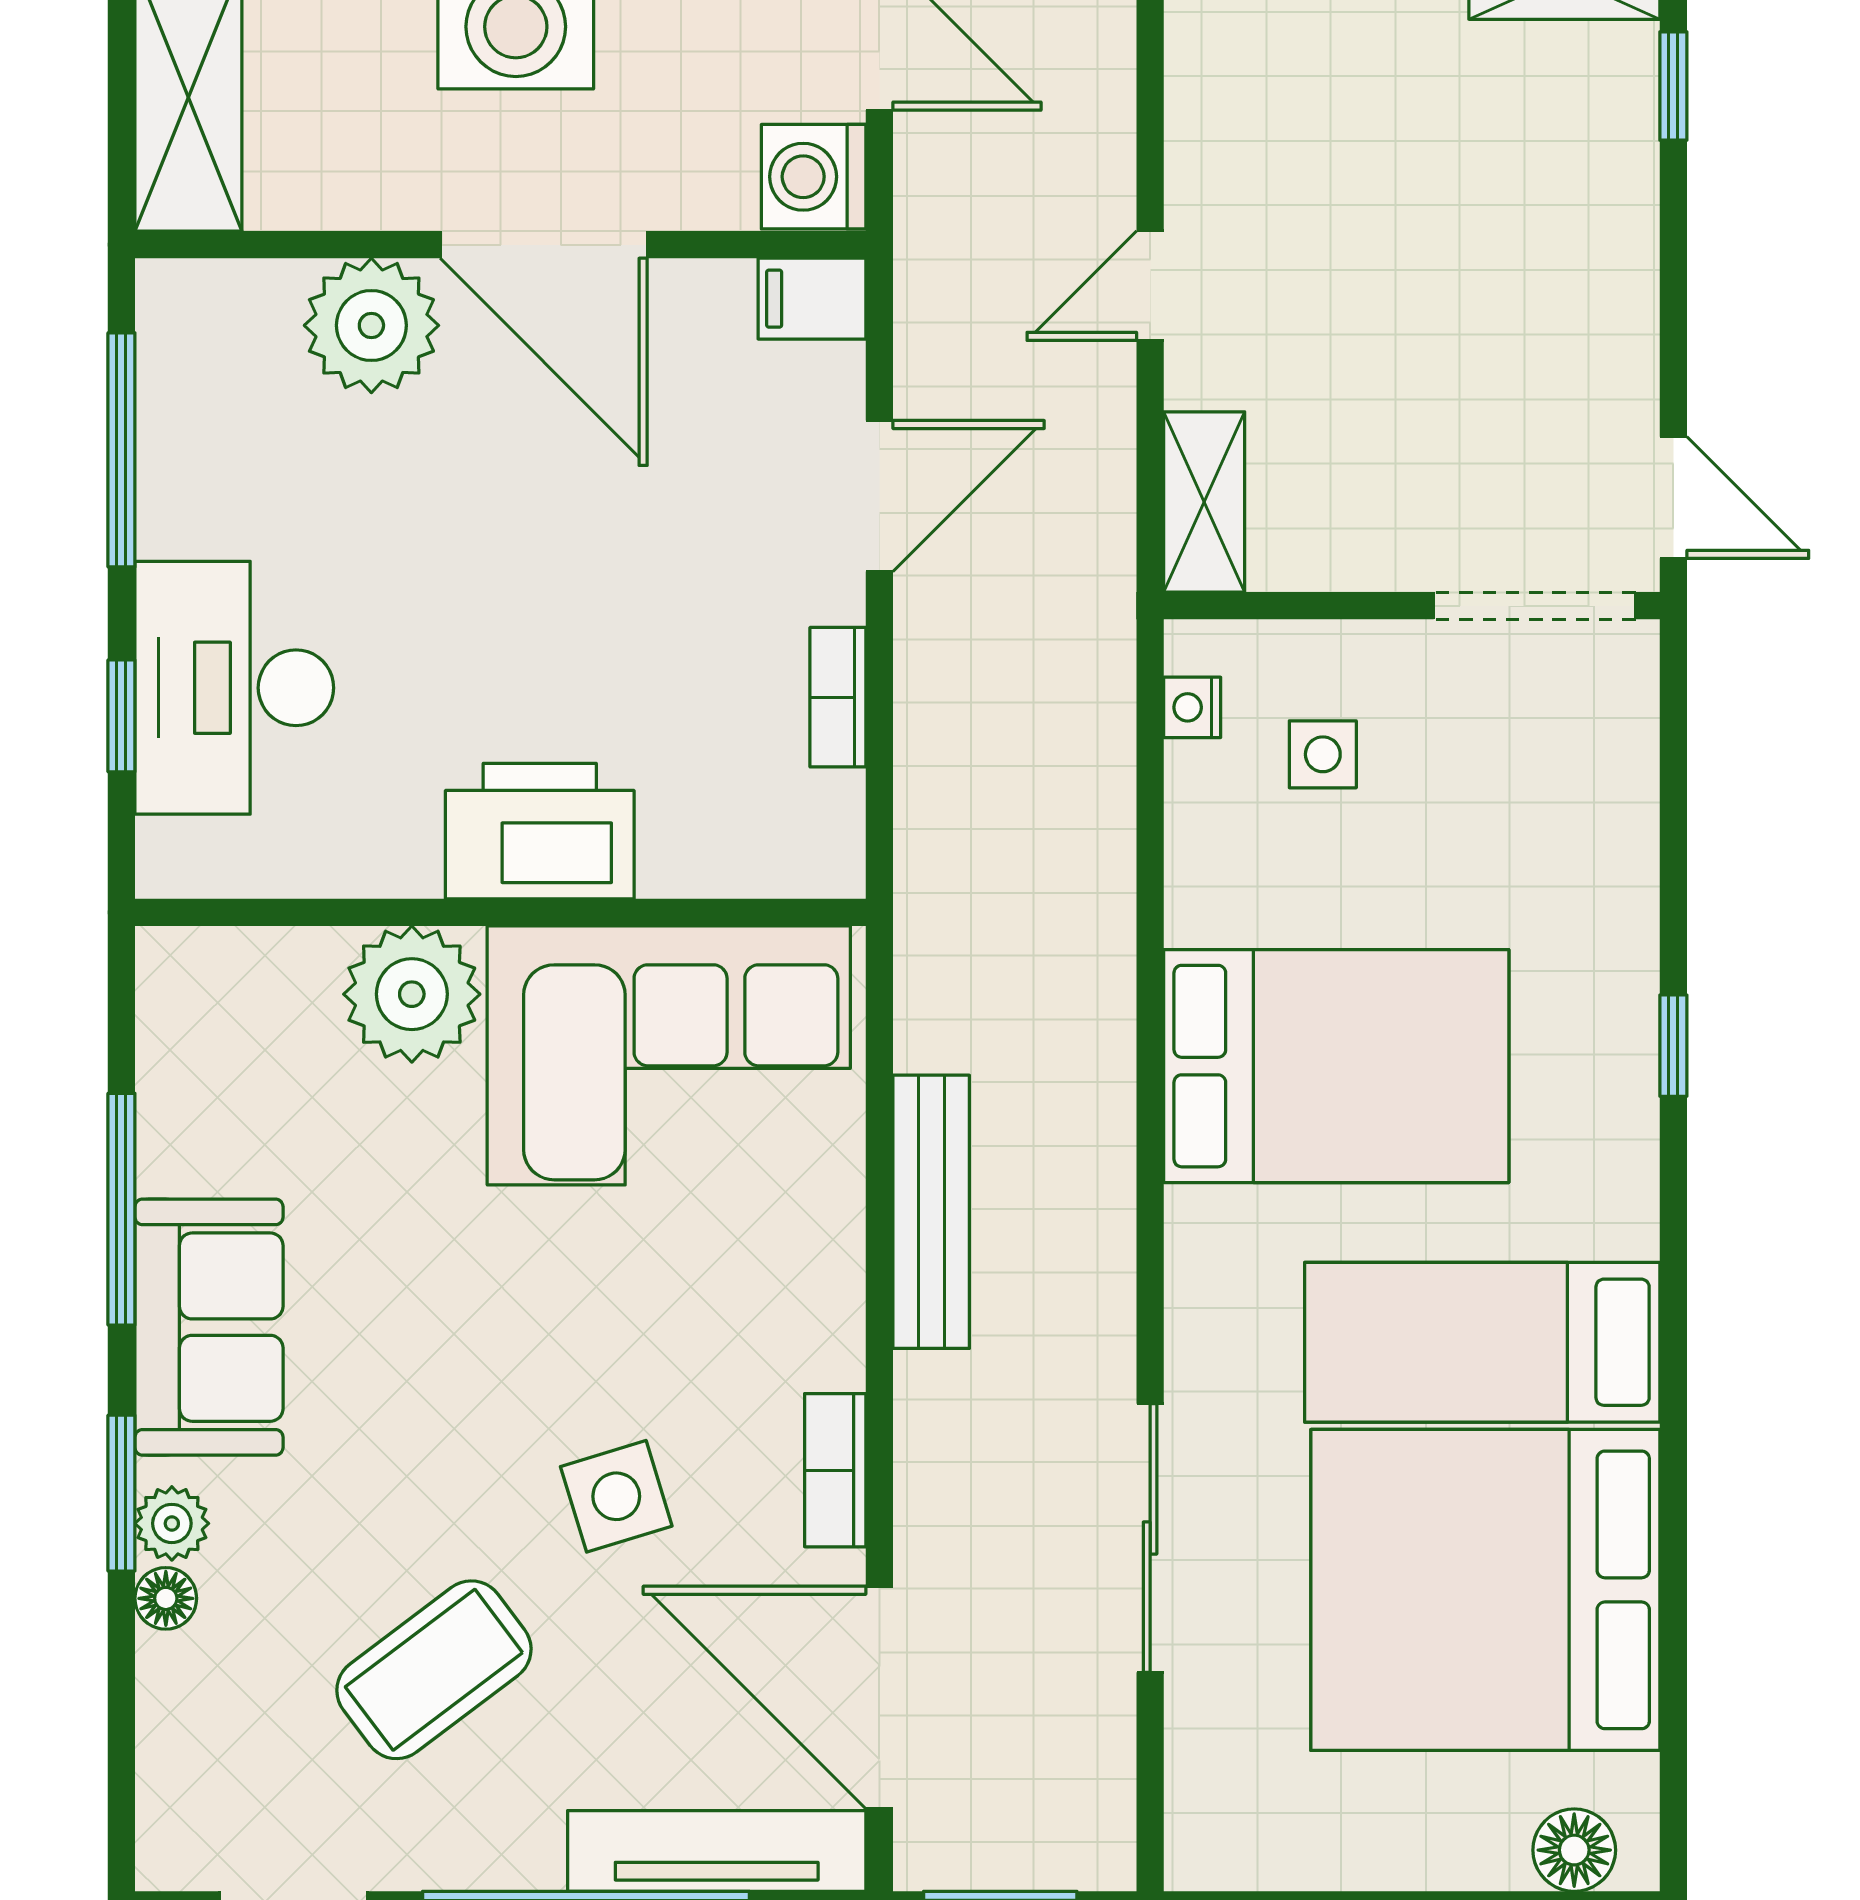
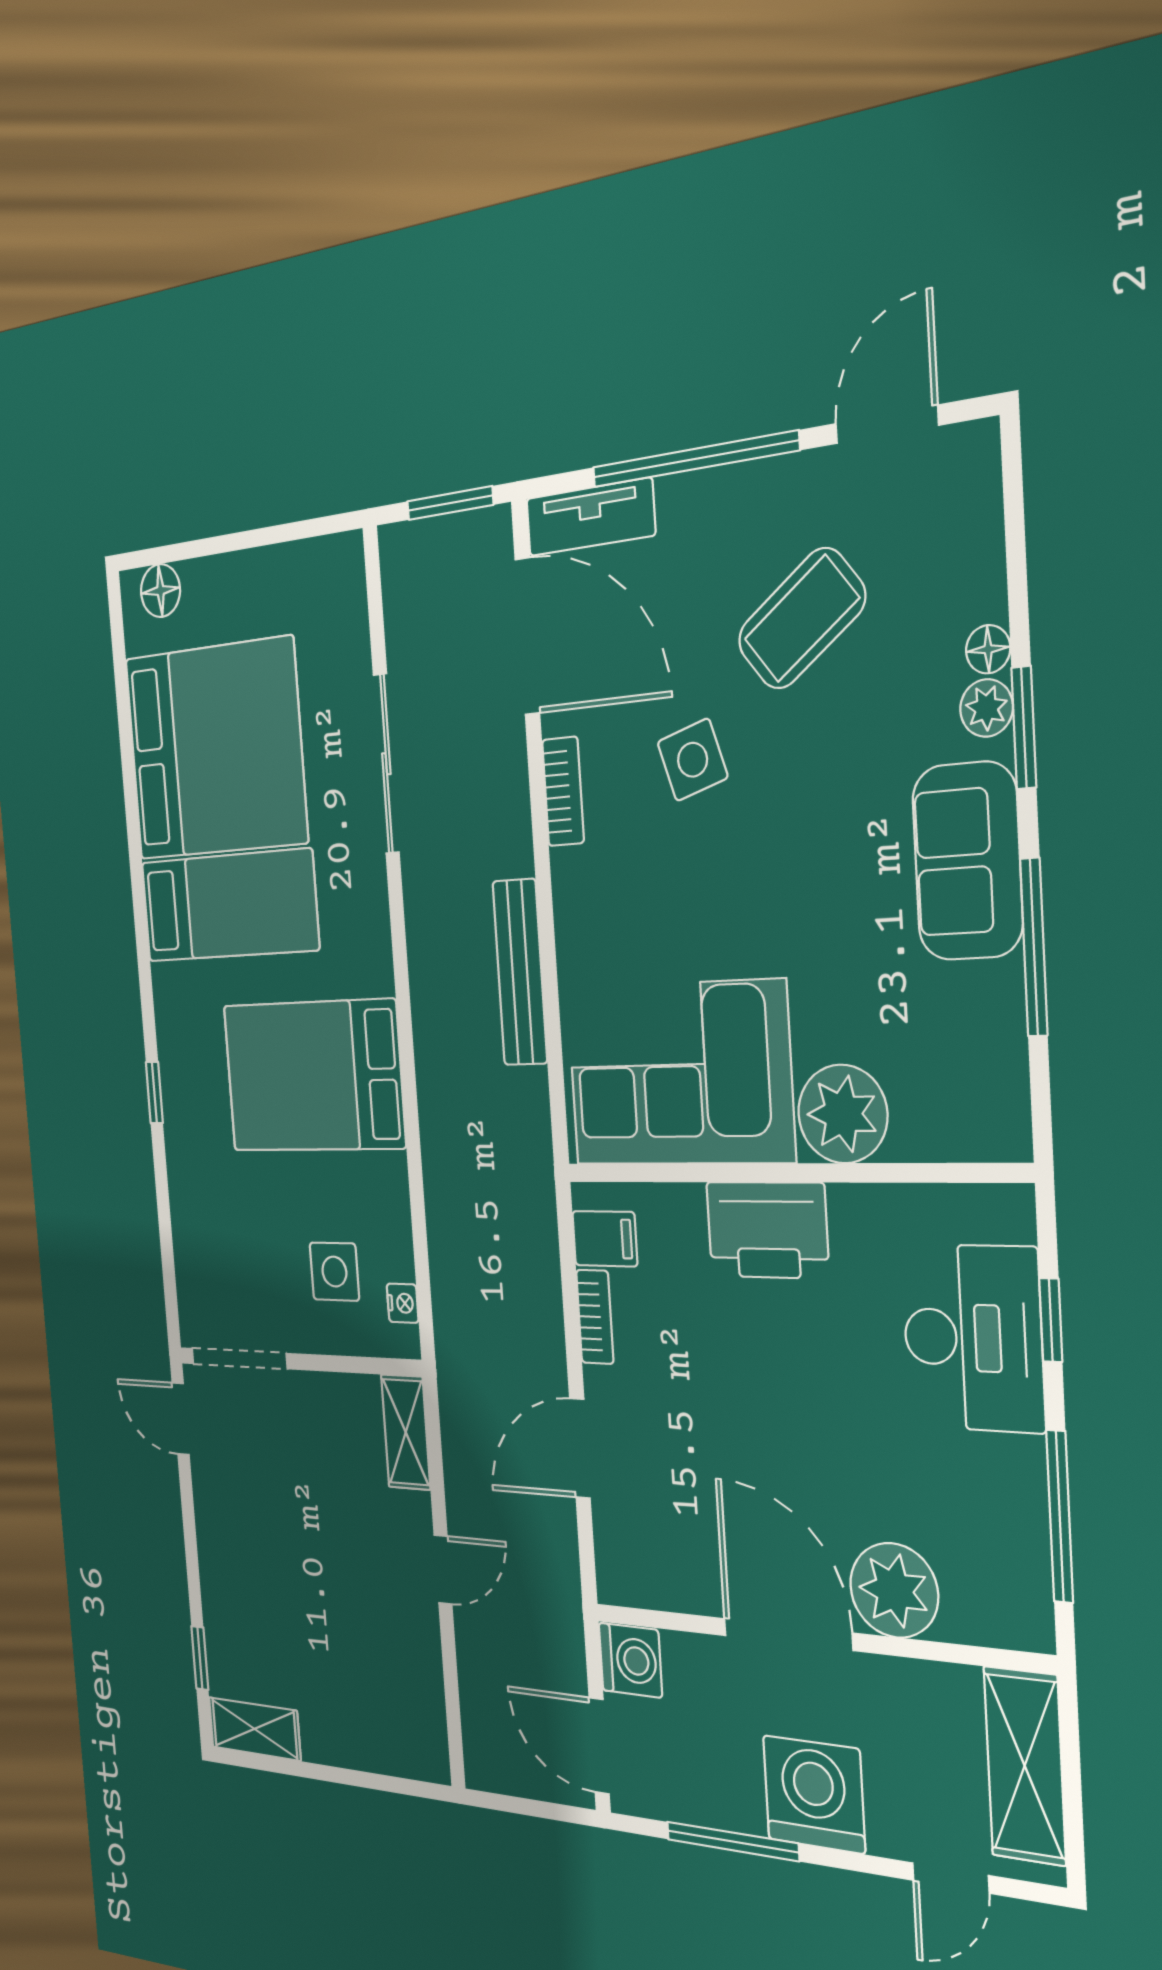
filing cabinet: (812, 299) -> (605, 1239), moved
side table: (1323, 754) -> (334, 1272), width x1.37, depth x1.37
tv unit: (717, 1851) -> (590, 517), width x0.71

